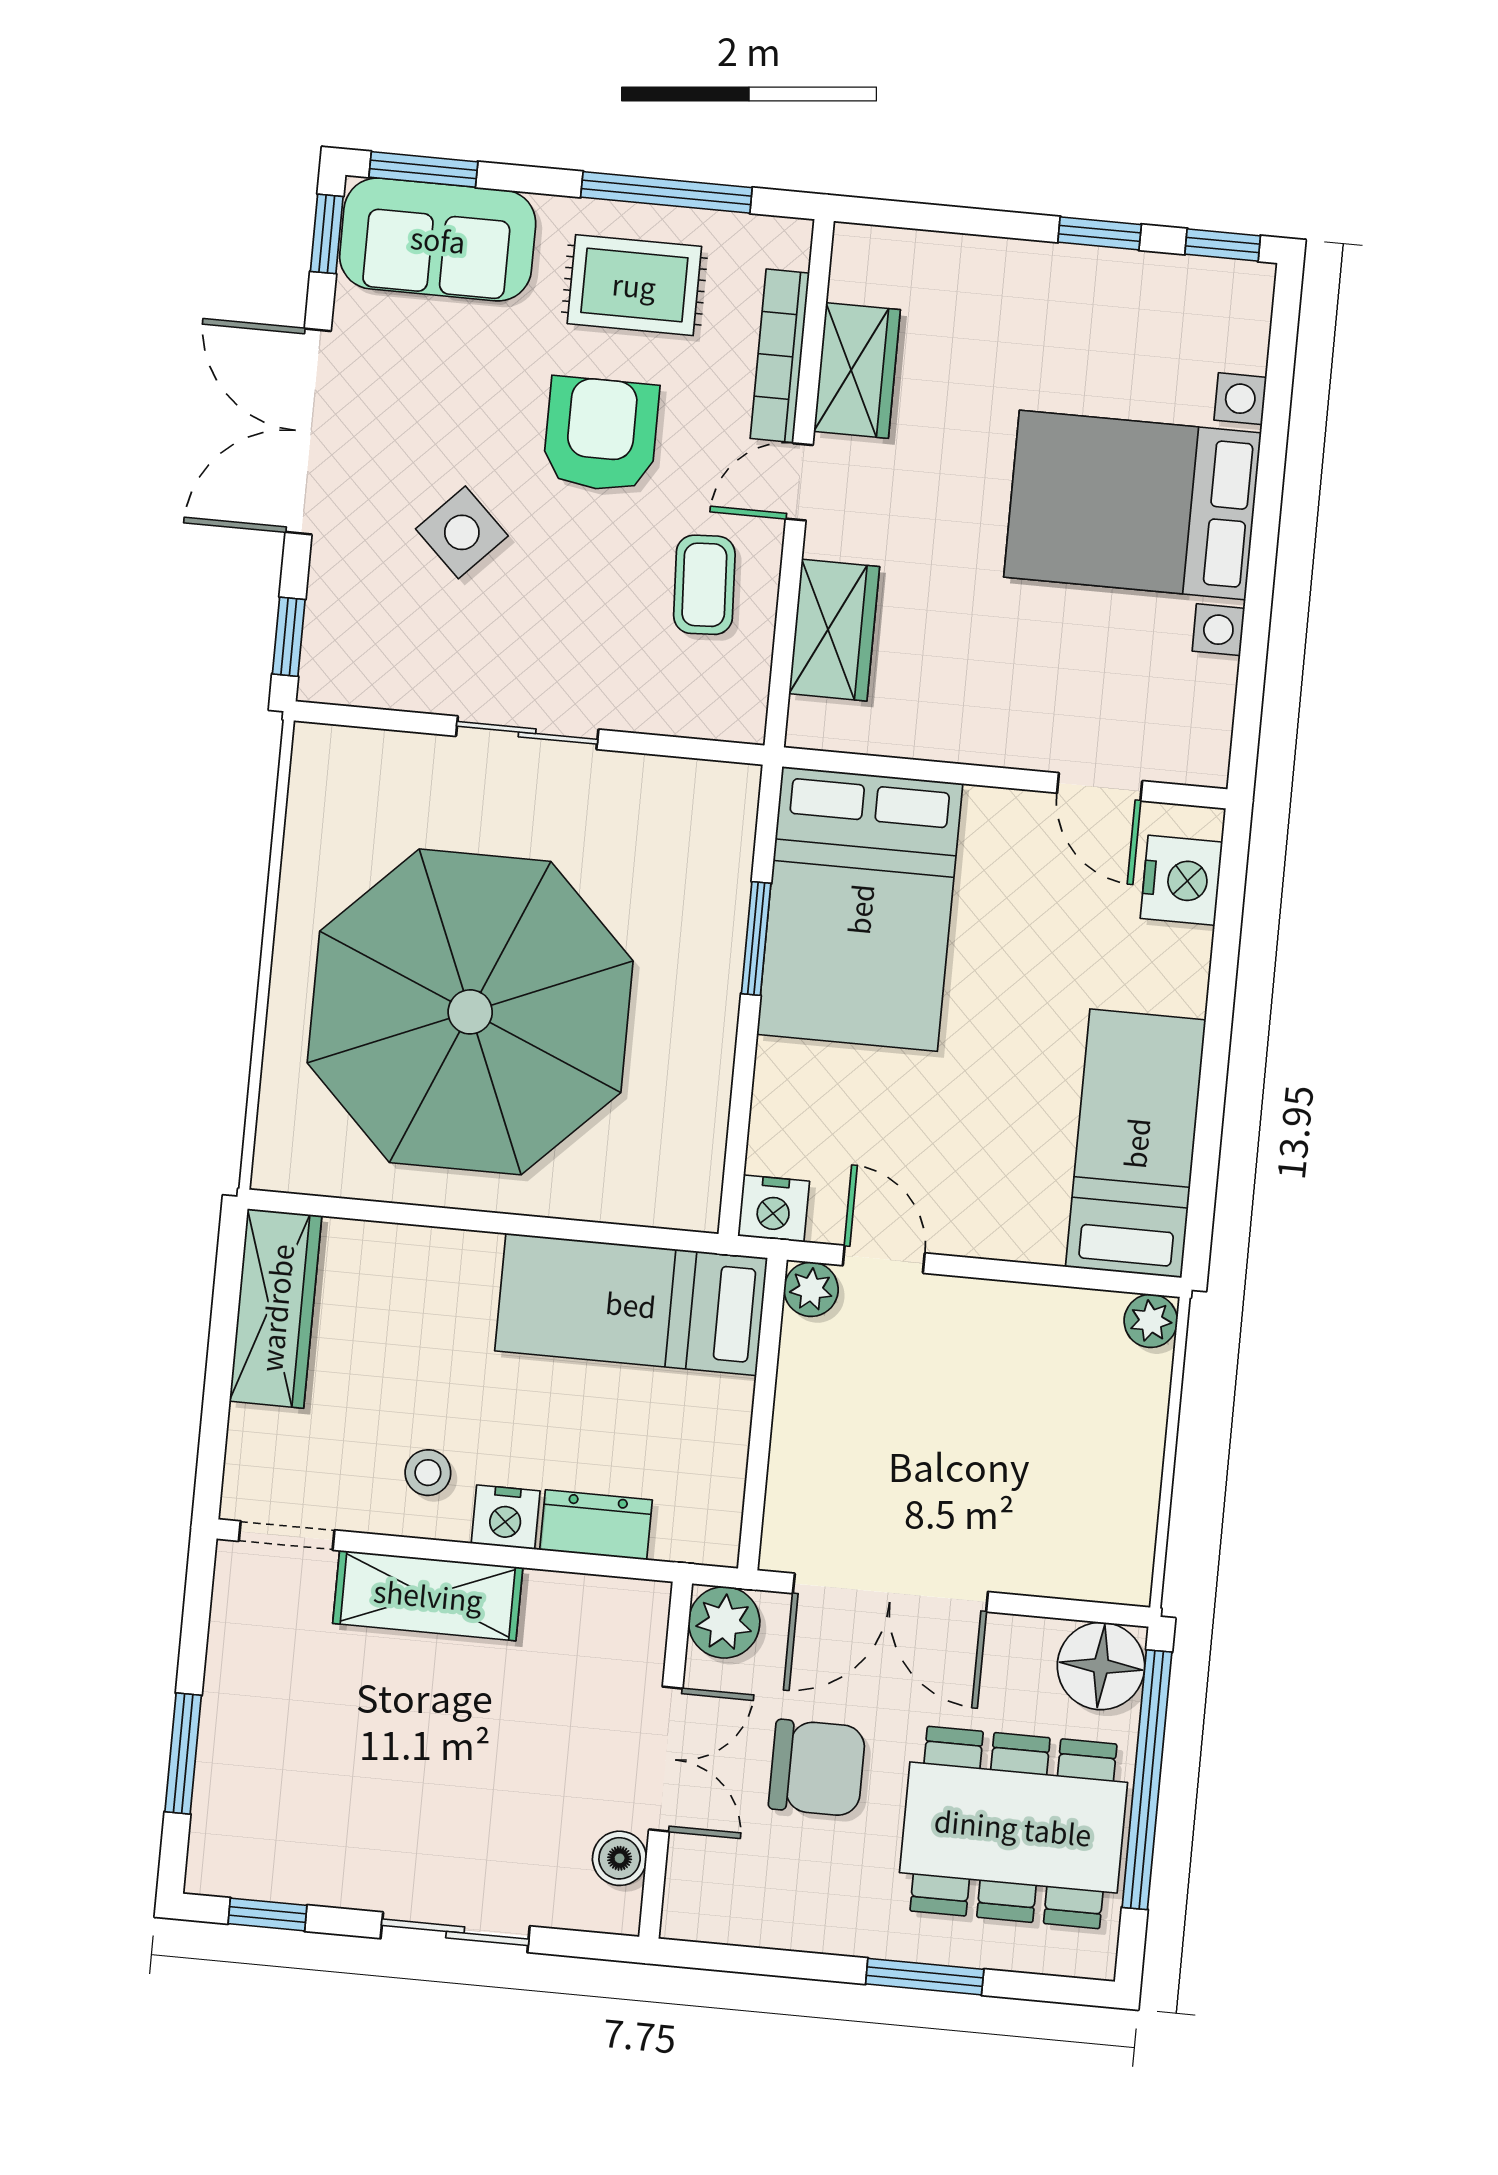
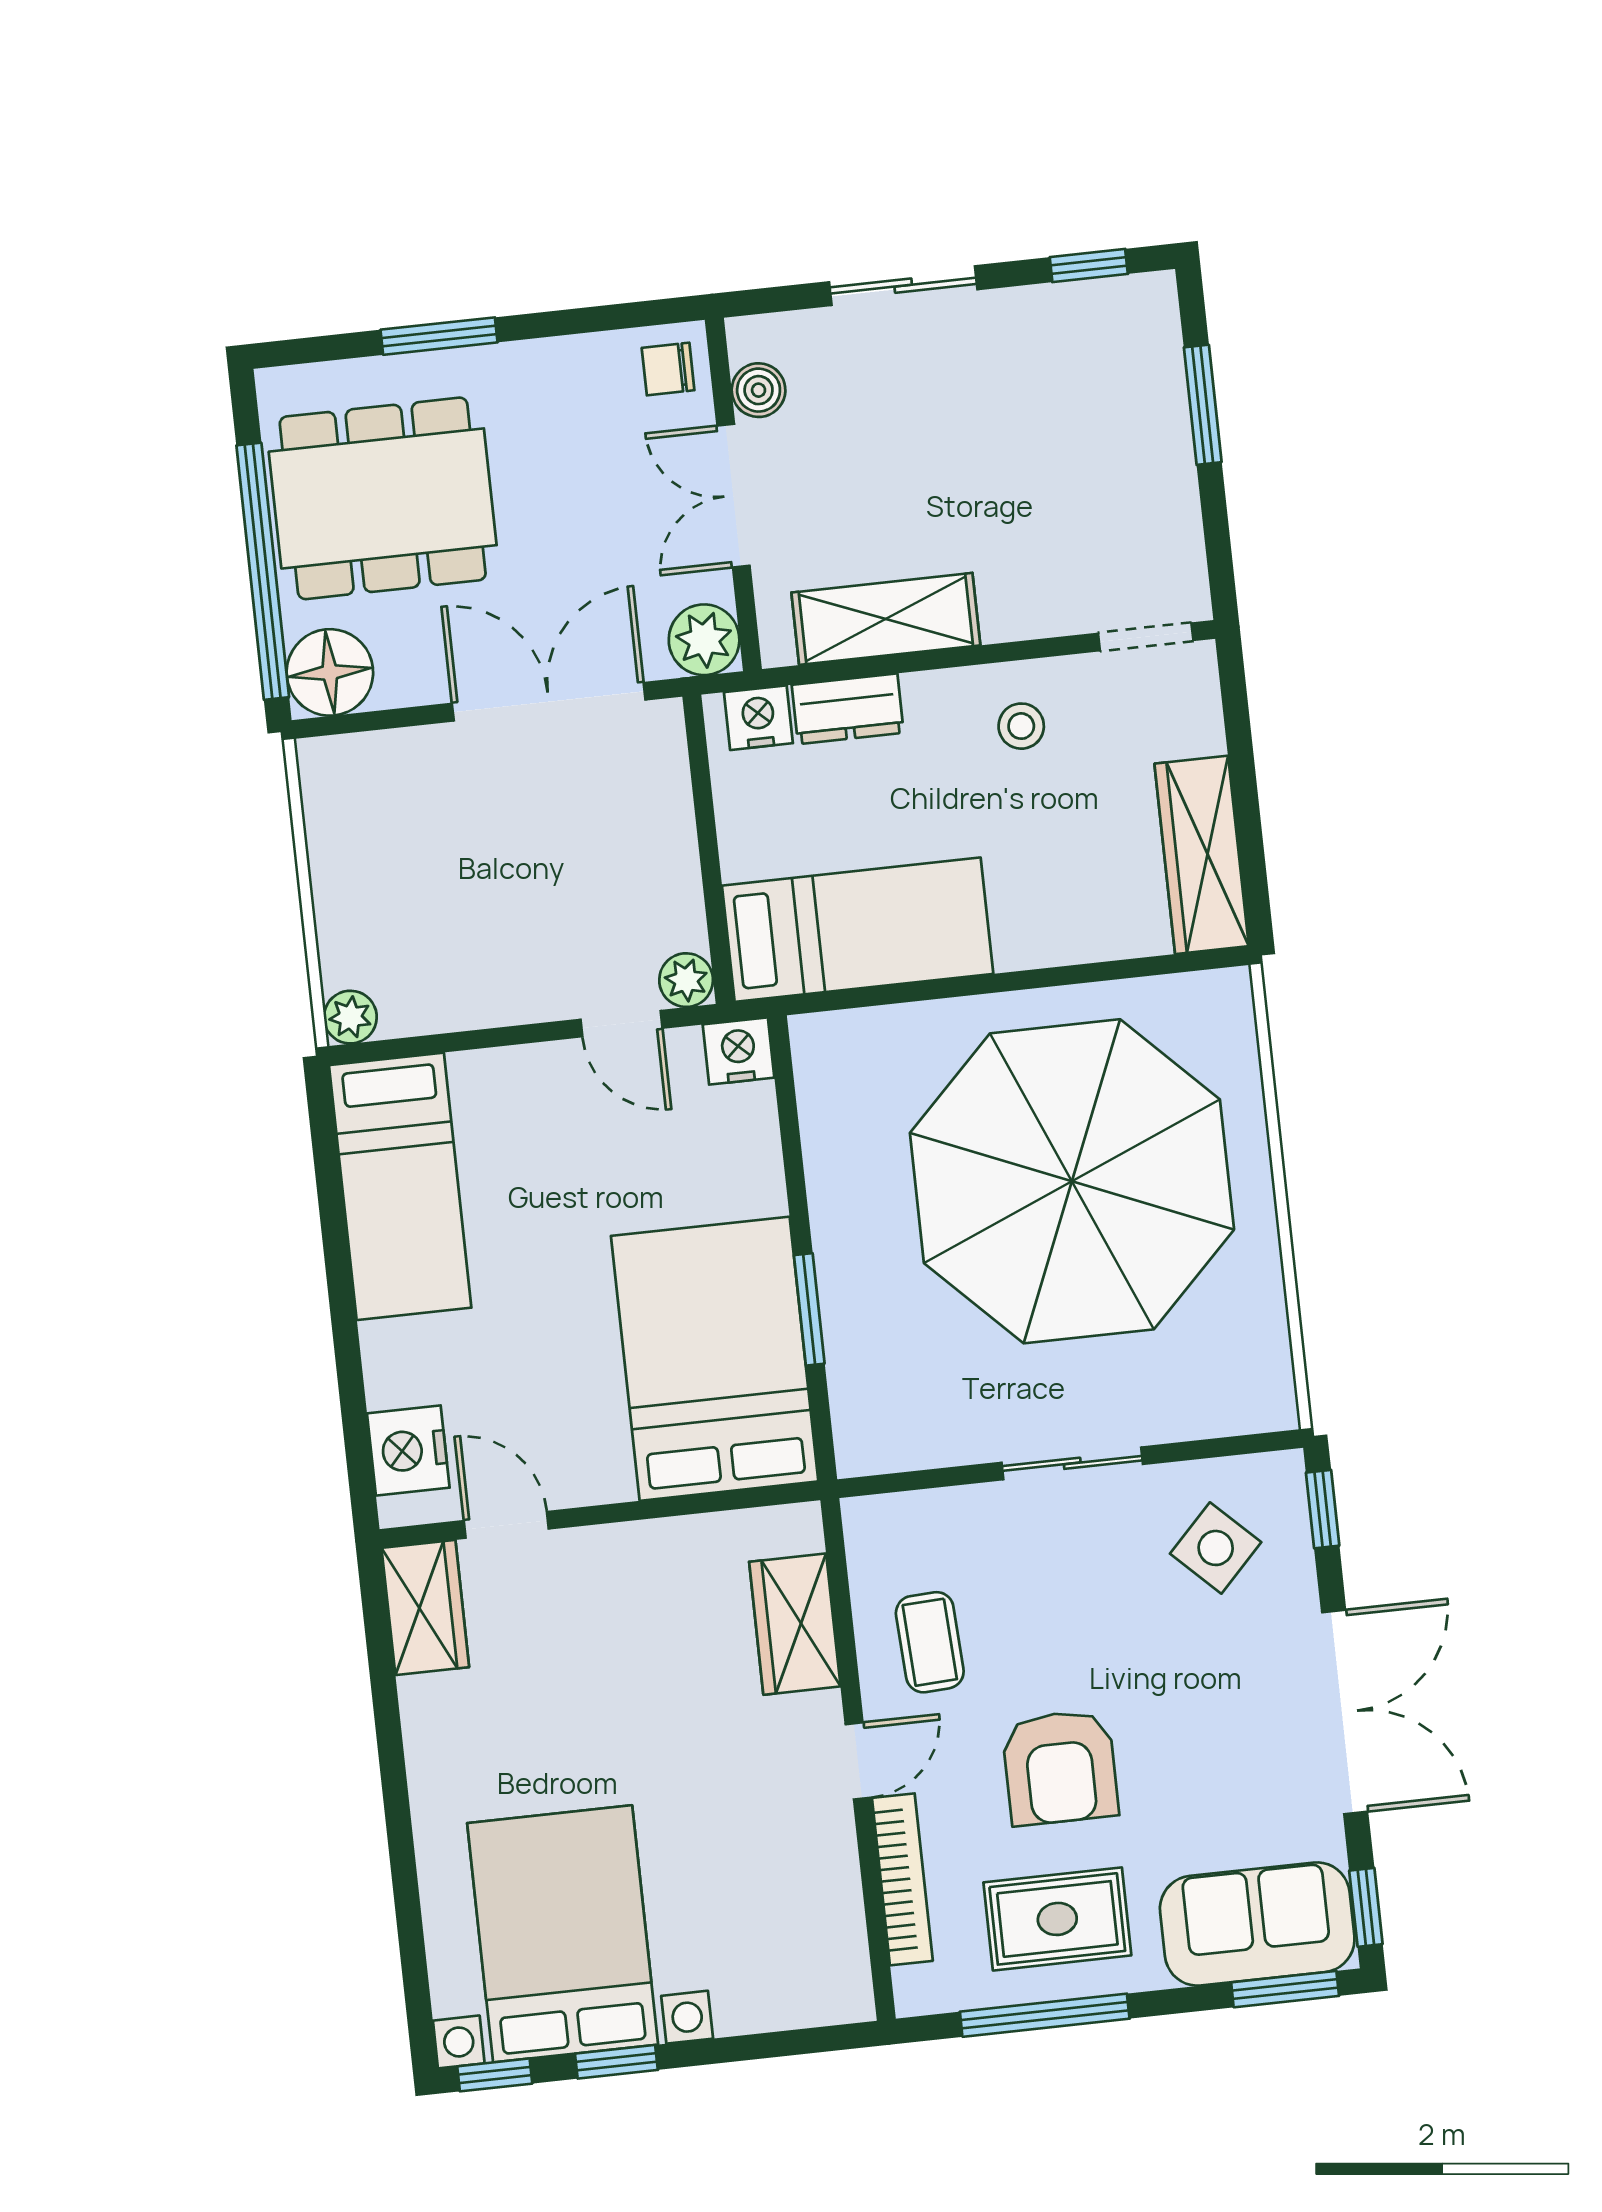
wardrobe: (857, 371) -> (425, 1608), moved, turned 180
bed with nightstands: (1133, 505) -> (563, 1934), moved, turned -90
side table: (462, 532) -> (1216, 1548), moved
nightstand: (506, 1517) -> (758, 718), moved
shelving: (428, 1595) -> (886, 619), moved
chair: (817, 1768) -> (668, 369), moved, width x0.54, depth x0.54

